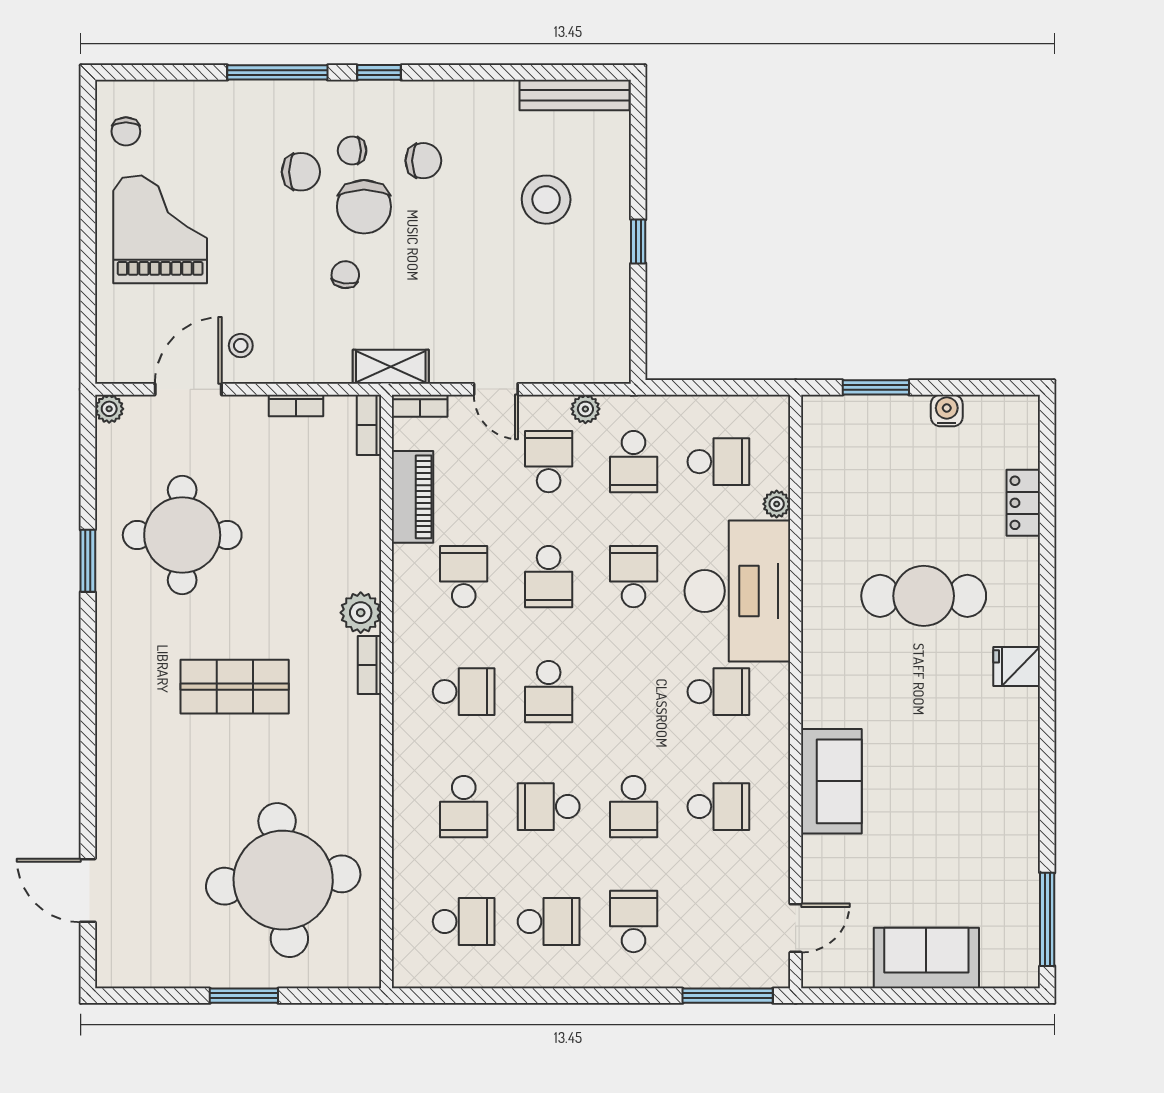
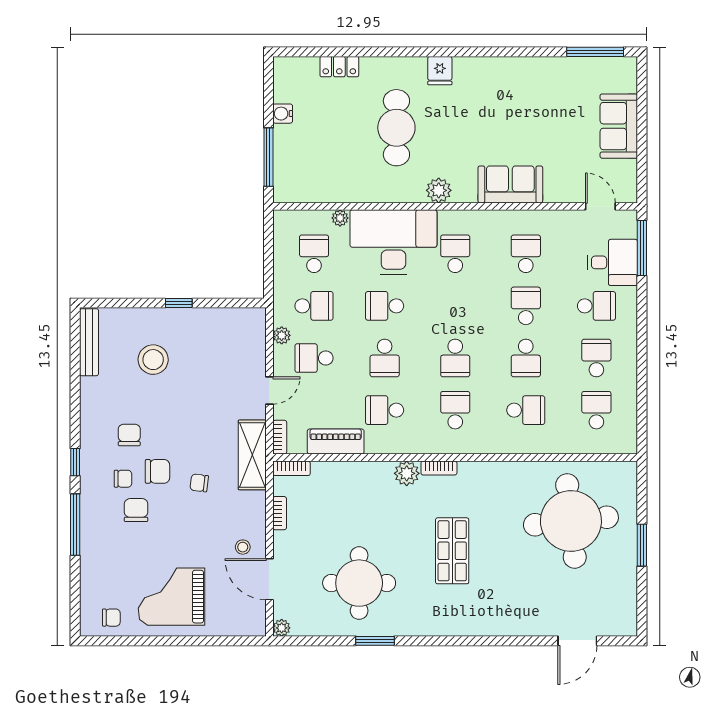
chair: (352, 151) -> (123, 479), turned -90
chair: (364, 207) -> (158, 471), width x0.73, depth x0.73
shelving: (391, 367) -> (252, 455), width x1.50, depth x1.33
window: (876, 387) -> (268, 157), width x1.44
school desk: (549, 577) -> (385, 358), turned 90
plant: (822, 665) -> (439, 190), added
school desk: (549, 692) -> (455, 358), turned 90
school desk: (634, 807) -> (526, 306), turned -90
school desk: (634, 922) -> (596, 306), turned 180
desk: (704, 948) -> (613, 262), added

